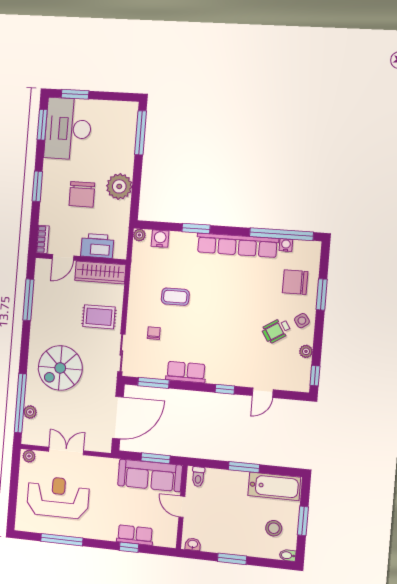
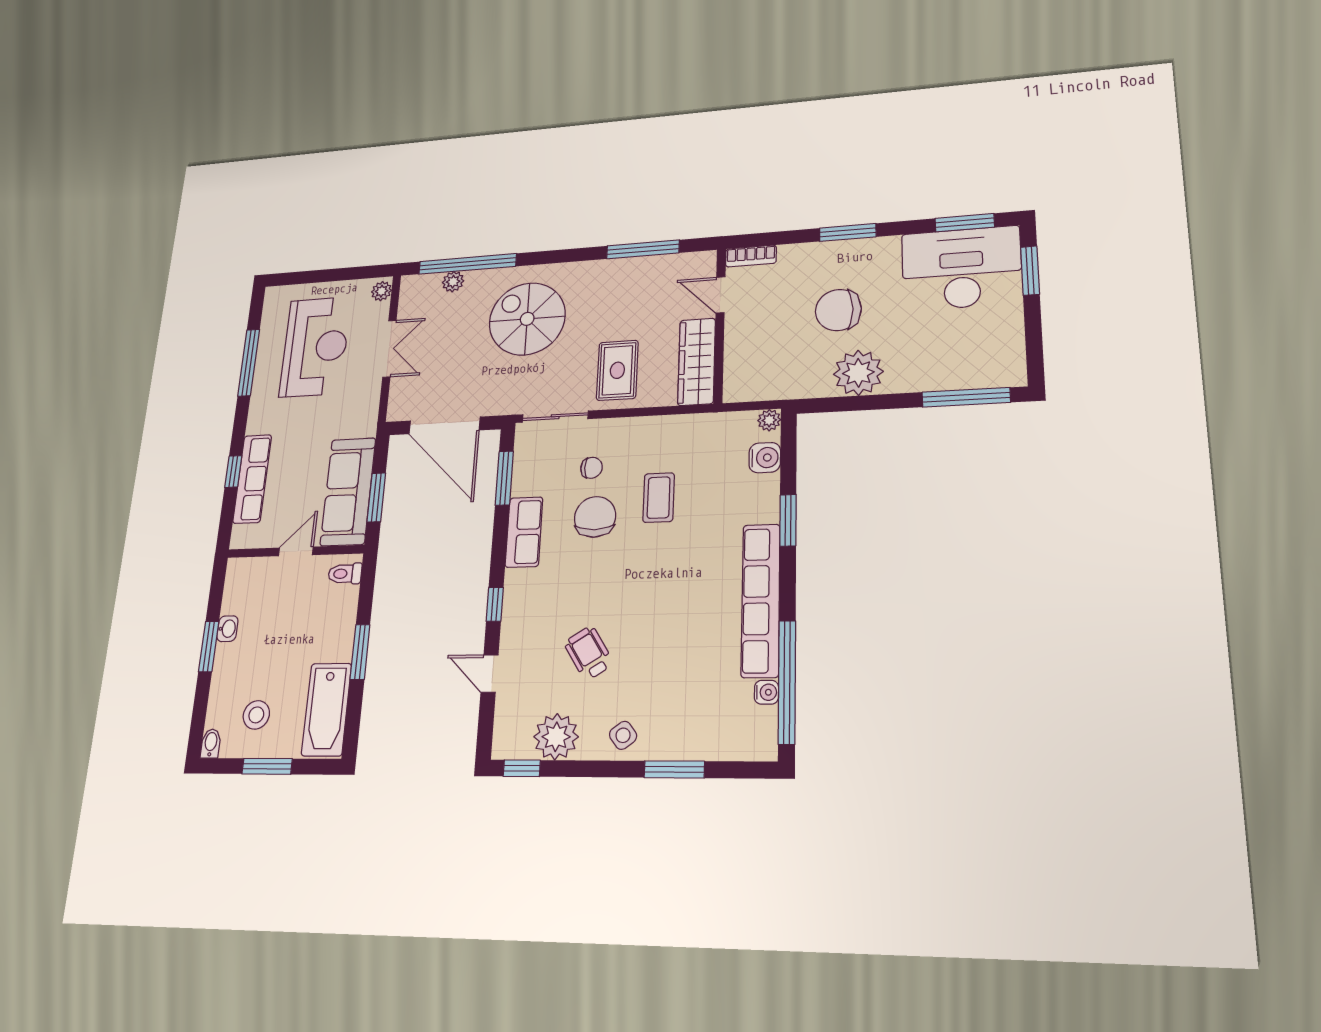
printer: (97, 246) -> (745, 350), removed
chair: (295, 282) -> (595, 517), moved
wheelchair: (276, 330) -> (589, 653), moved
plant: (306, 351) -> (556, 737), width x1.88, depth x1.88
row of seats: (135, 535) -> (252, 479), width x1.48
washbasin: (193, 544) -> (227, 629), moved

